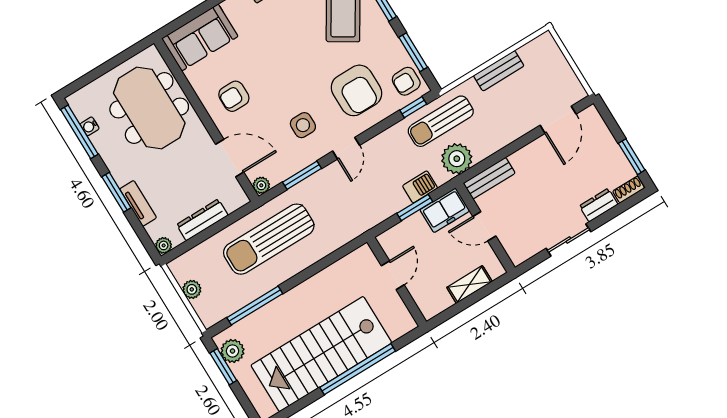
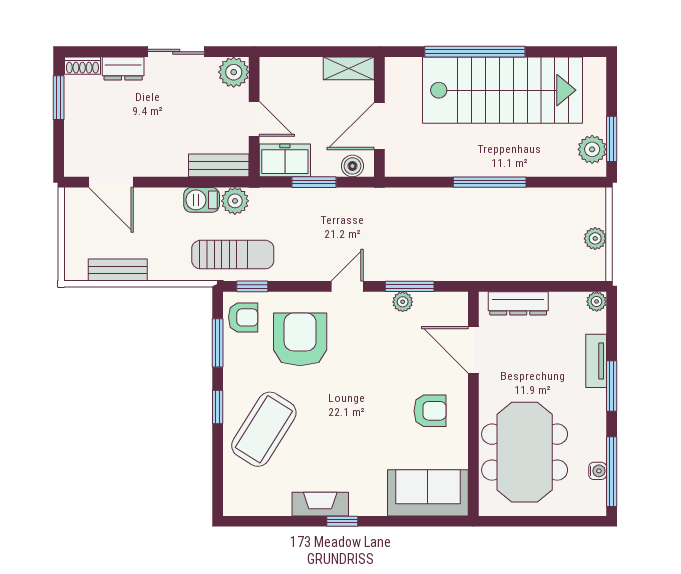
bench: (499, 71) -> (118, 270), moved
door: (558, 120) -> (111, 182), swing flipped
side table: (303, 125) -> (377, 337), removed
plant: (457, 159) -> (235, 201), width x0.73, depth x0.73
plant: (261, 185) -> (403, 302), moved
barbecue: (420, 187) -> (202, 200), moved
dresser: (202, 220) -> (518, 303), moved
boiler: (395, 236) -> (352, 166), added
sun lounger: (269, 239) -> (484, 242), removed
plant: (519, 250) -> (234, 72), added
door: (393, 275) -> (379, 126), width x1.37
shelving: (469, 284) -> (349, 68), moved
window: (255, 306) -> (490, 182), moved

